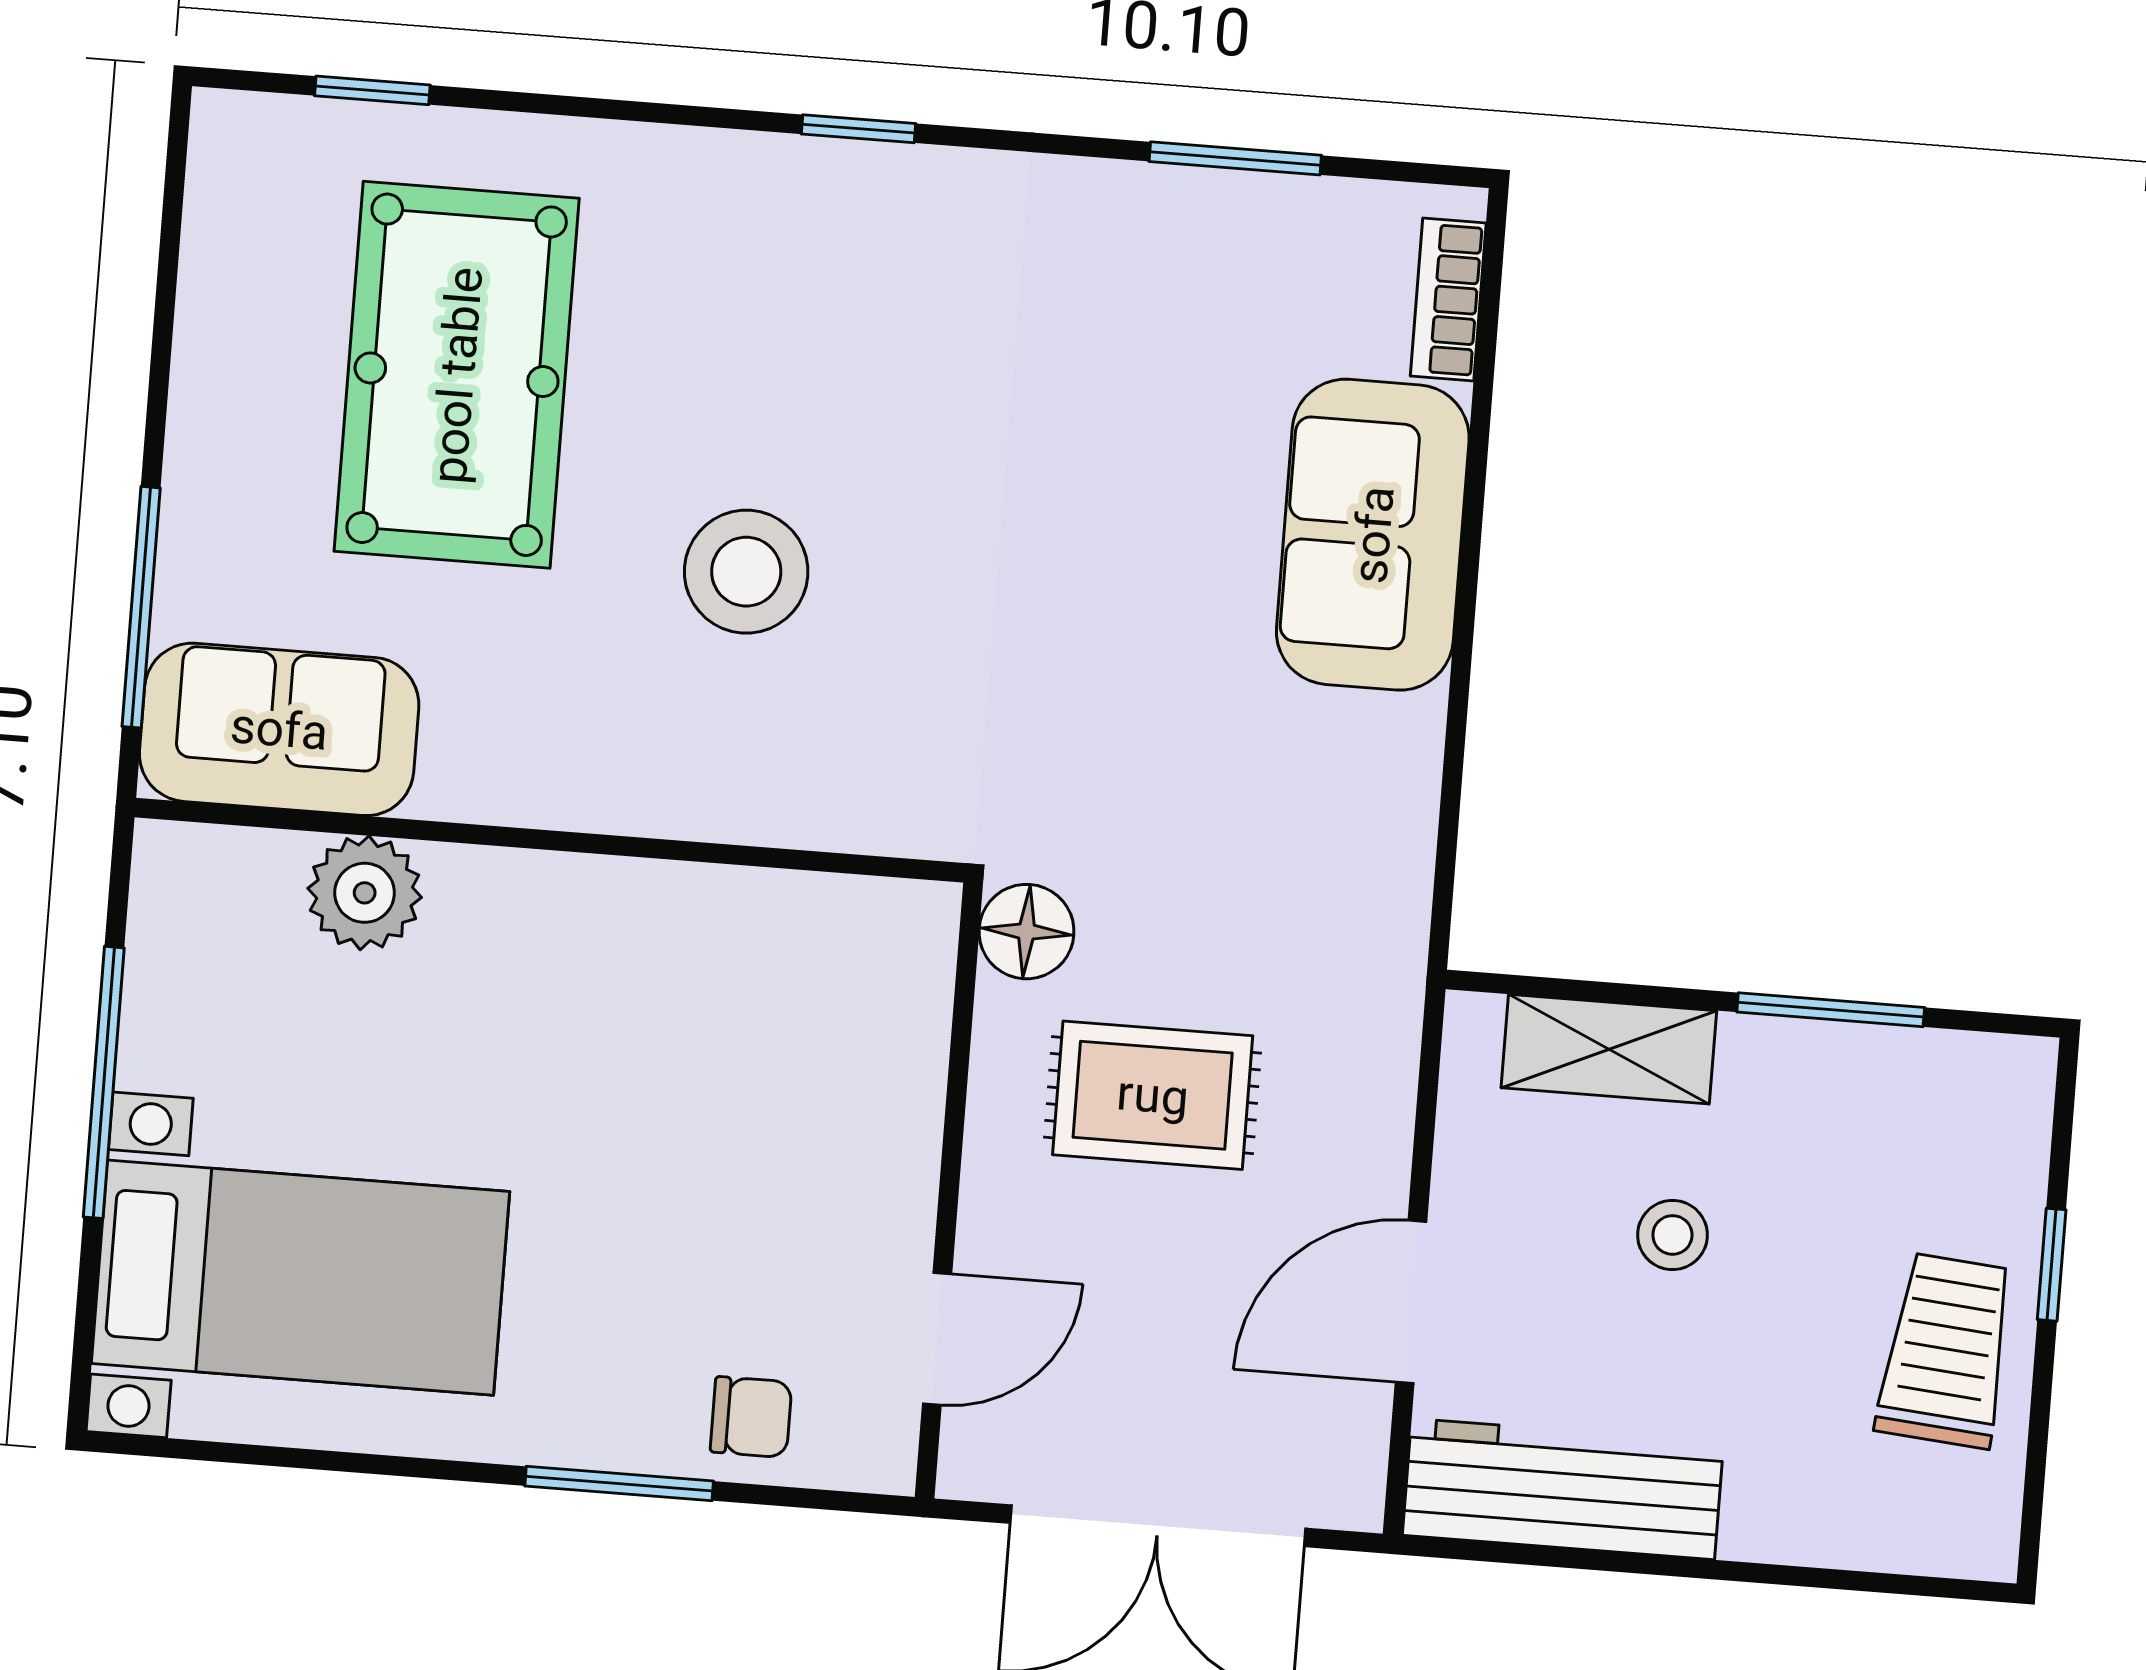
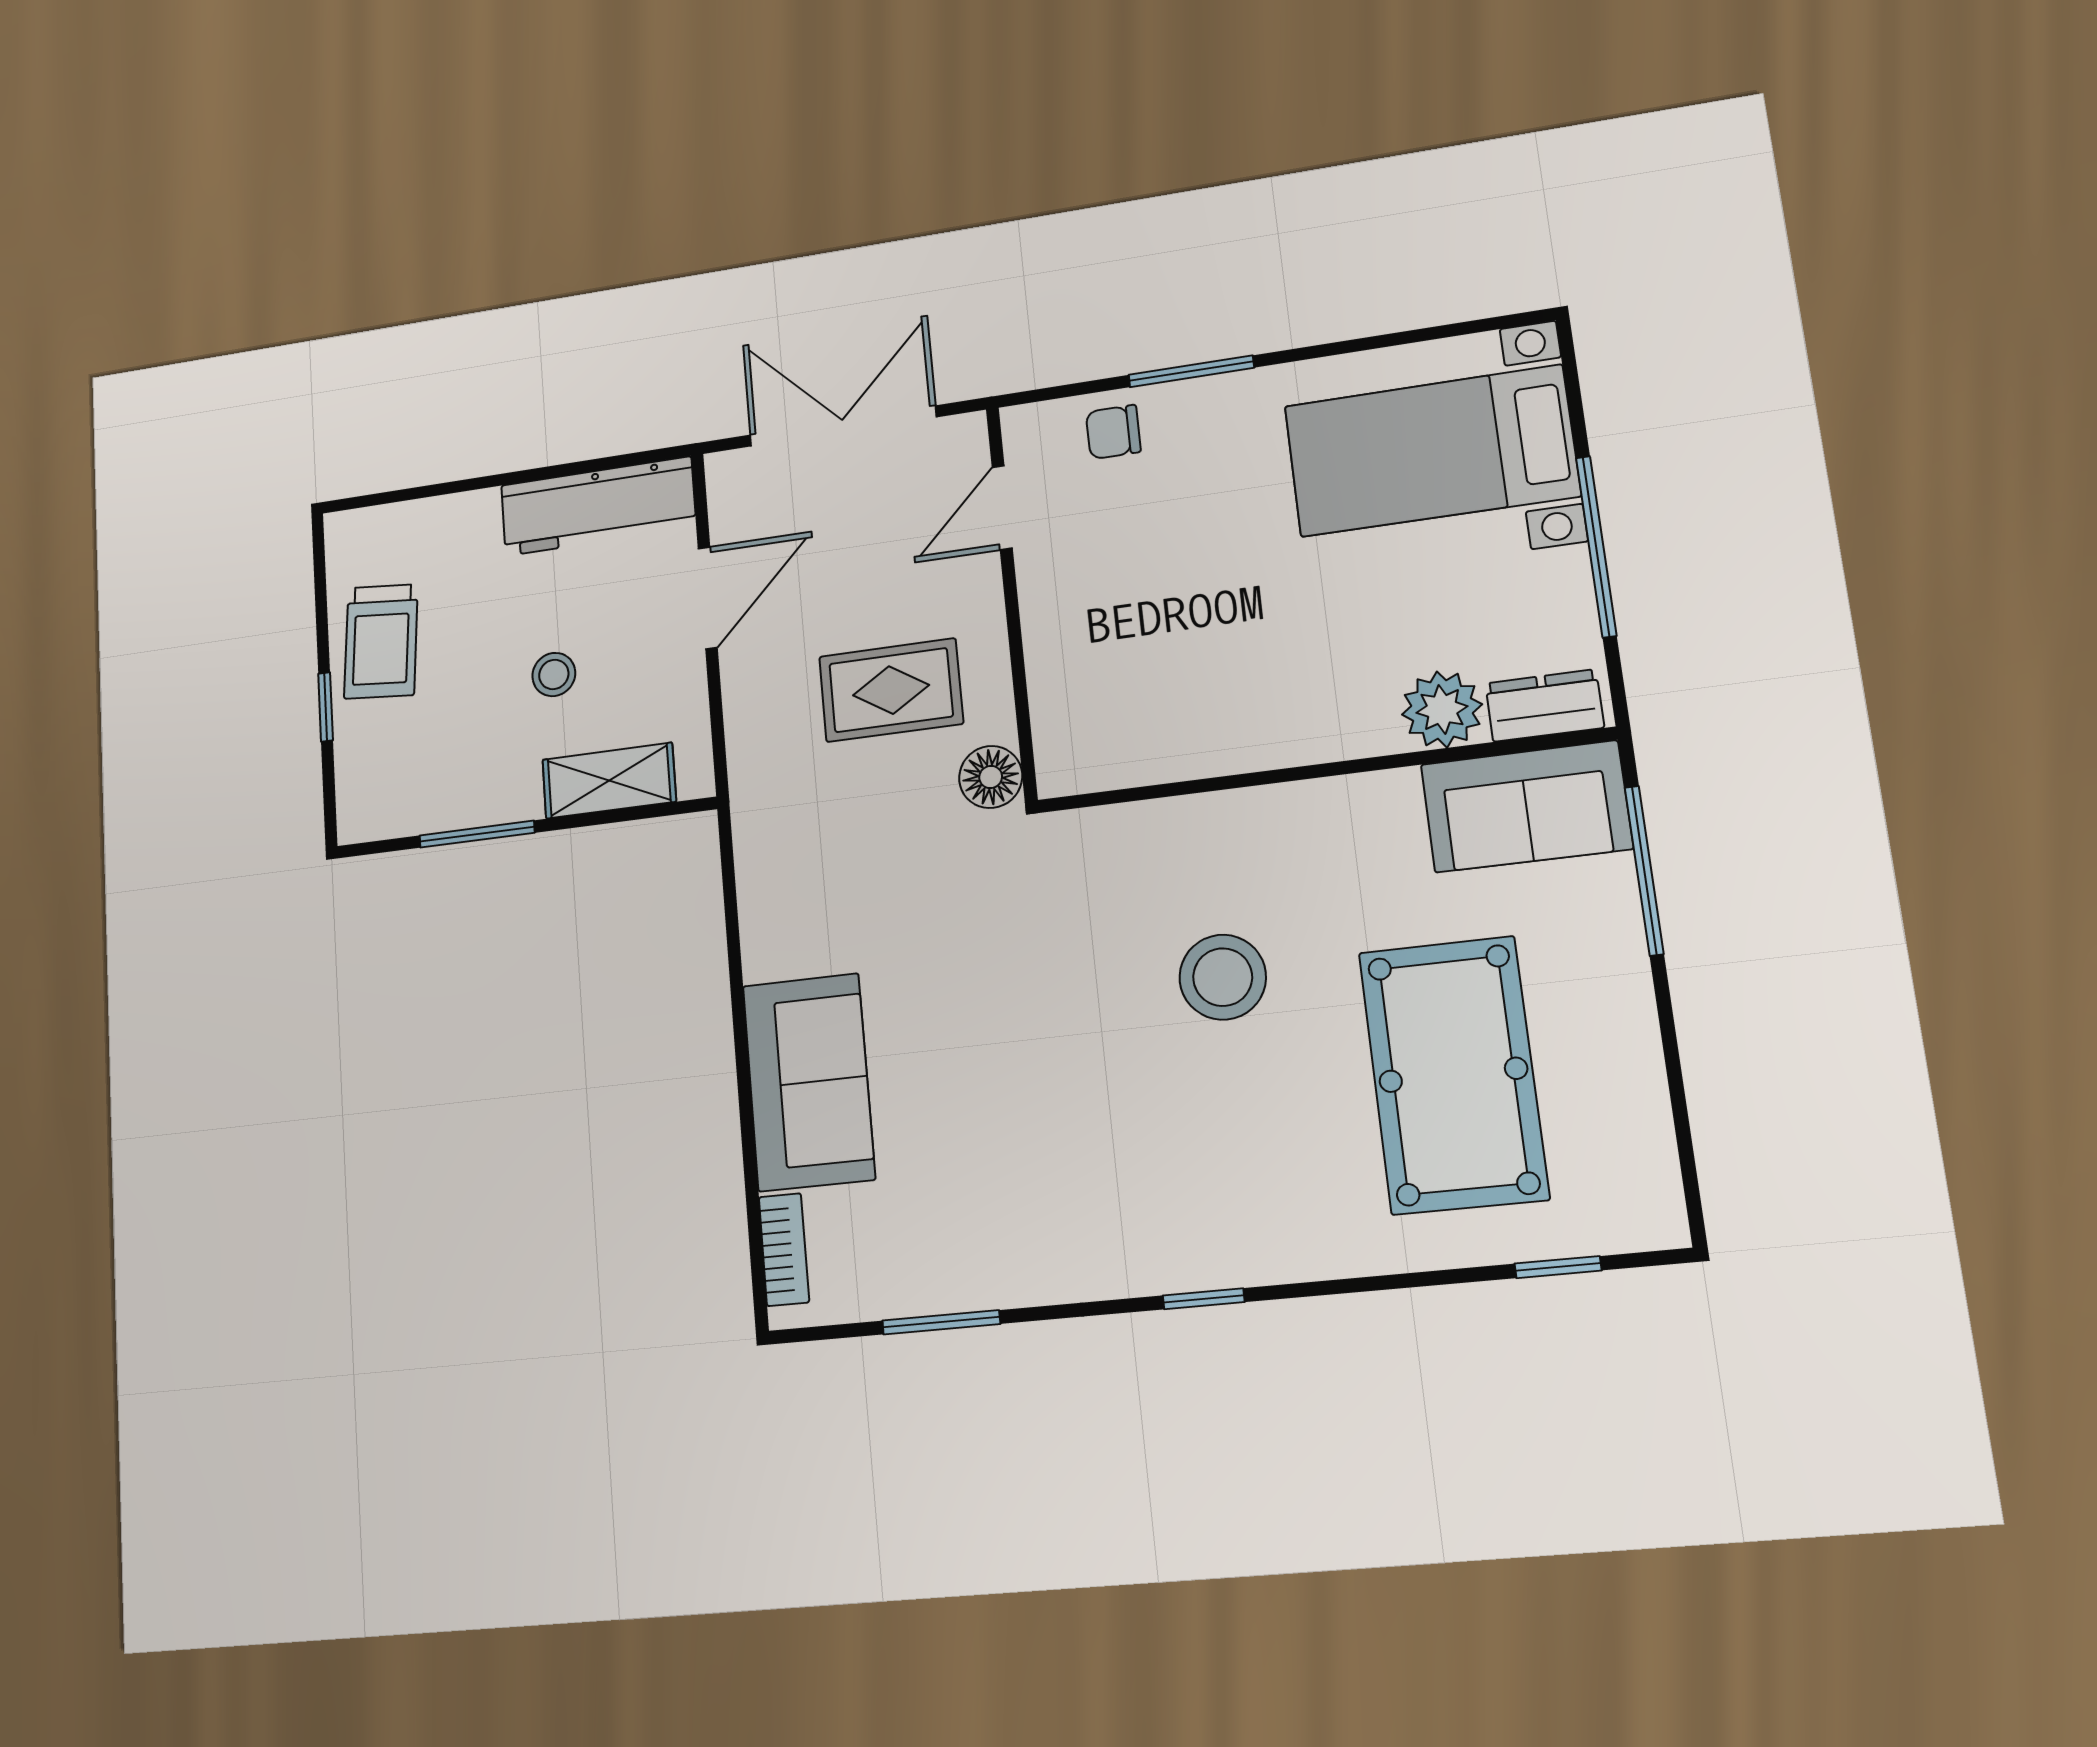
dresser: (224, 868) -> (1544, 705), added

